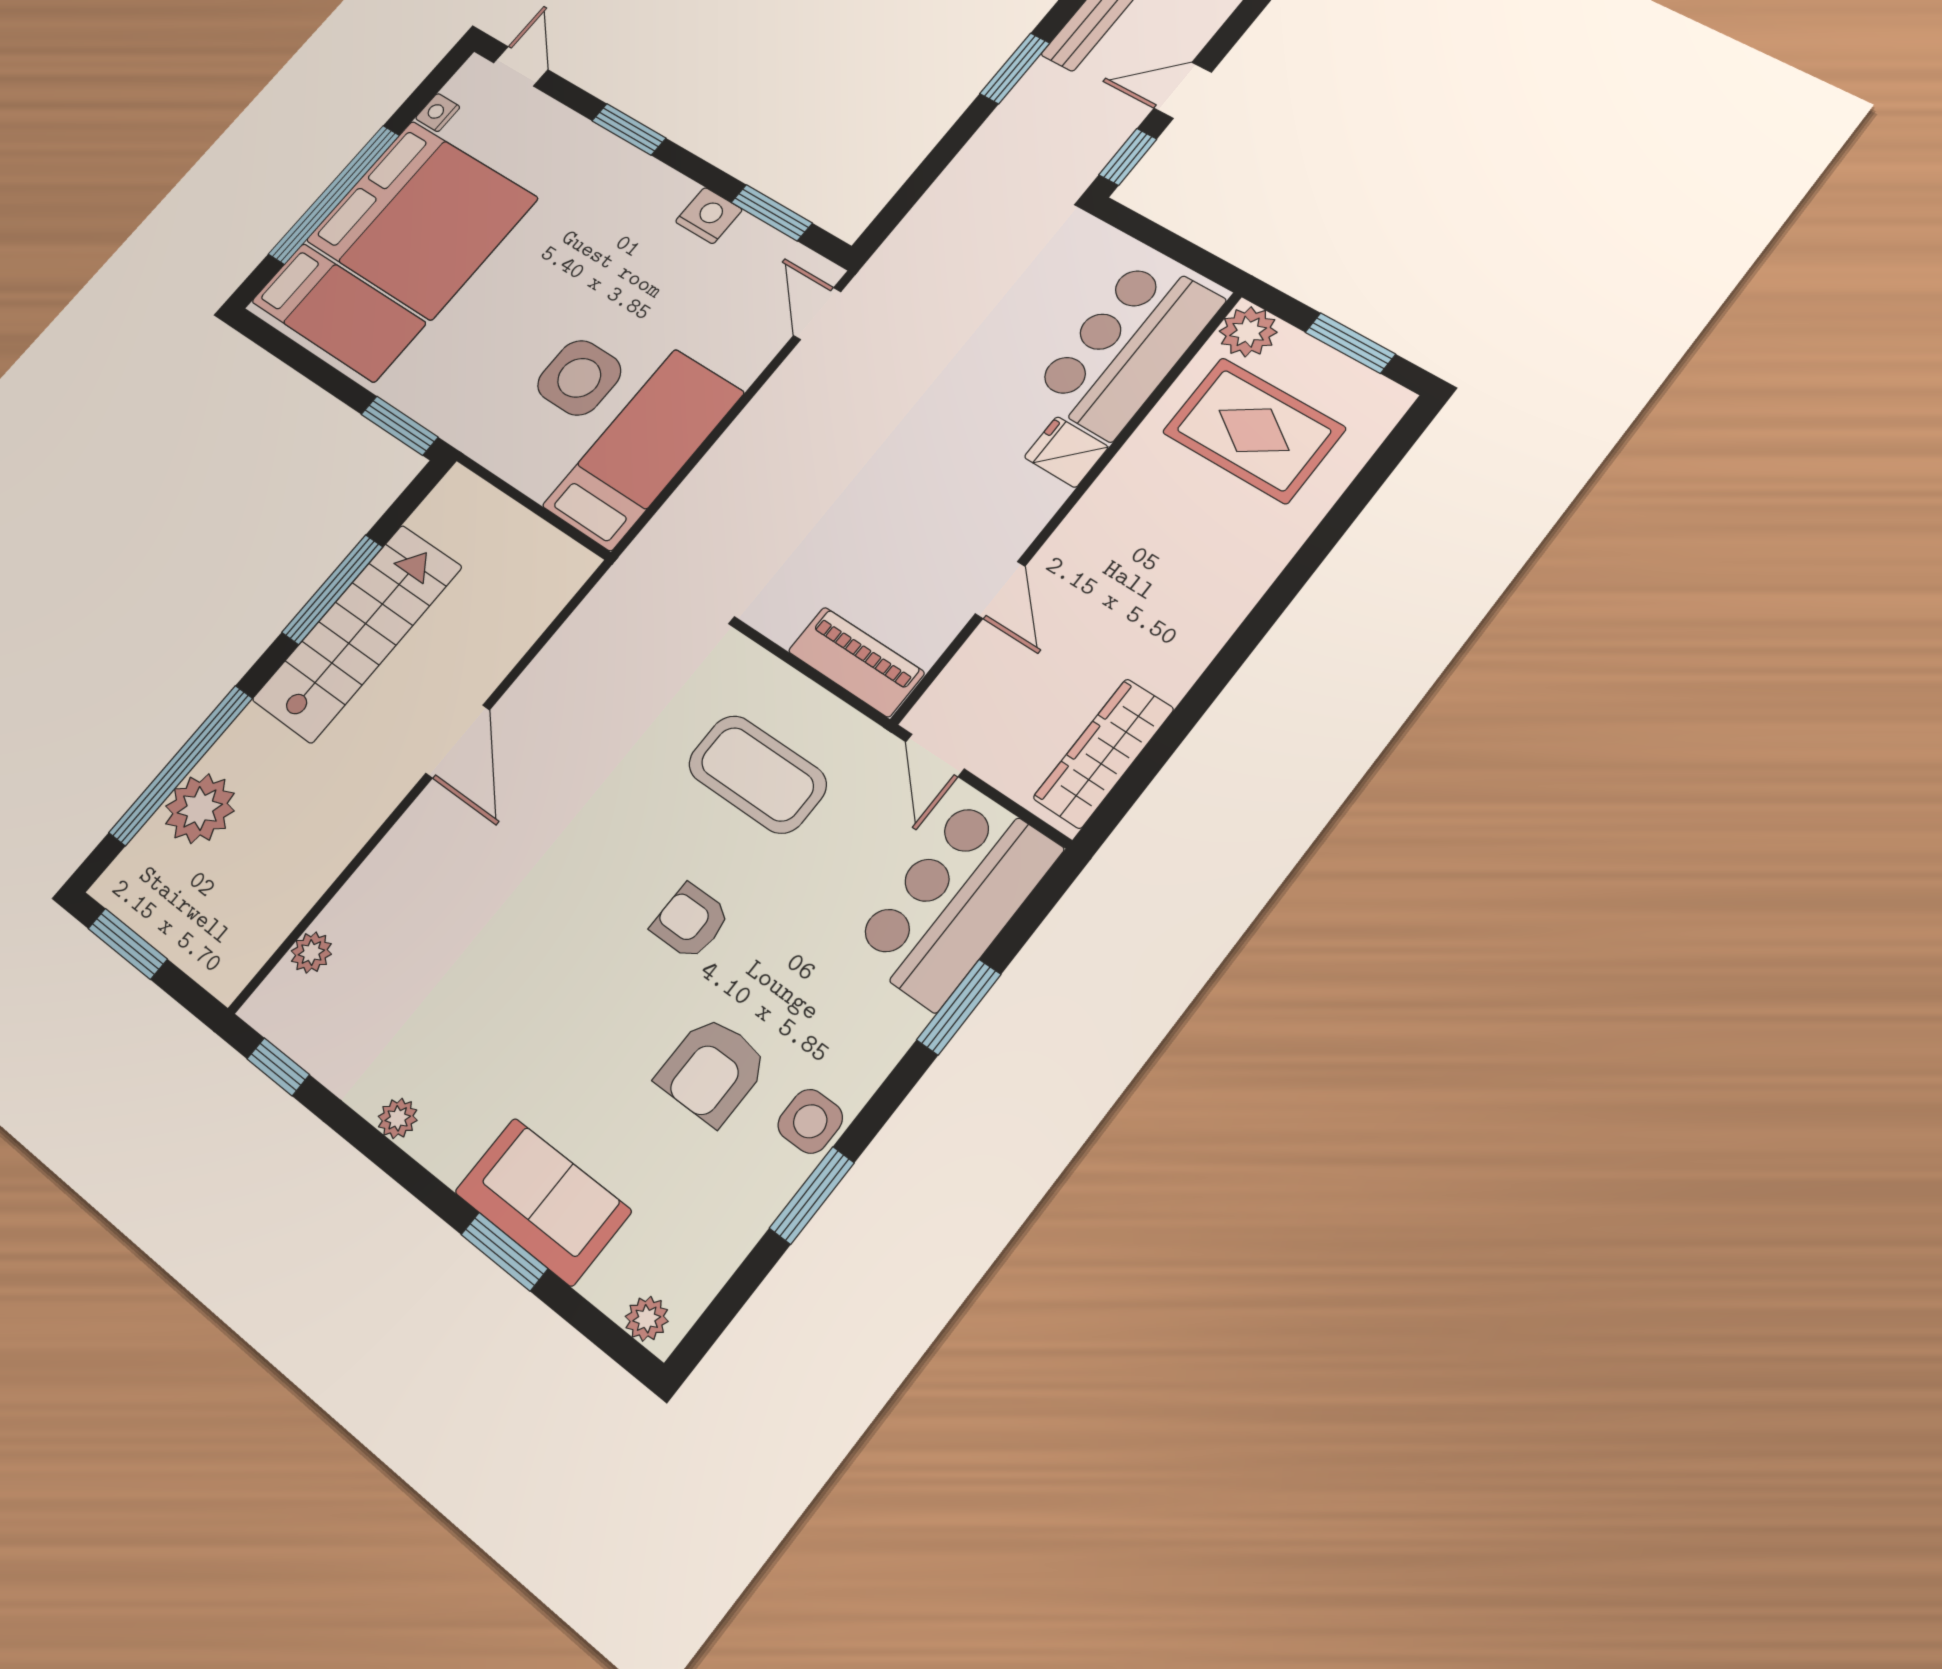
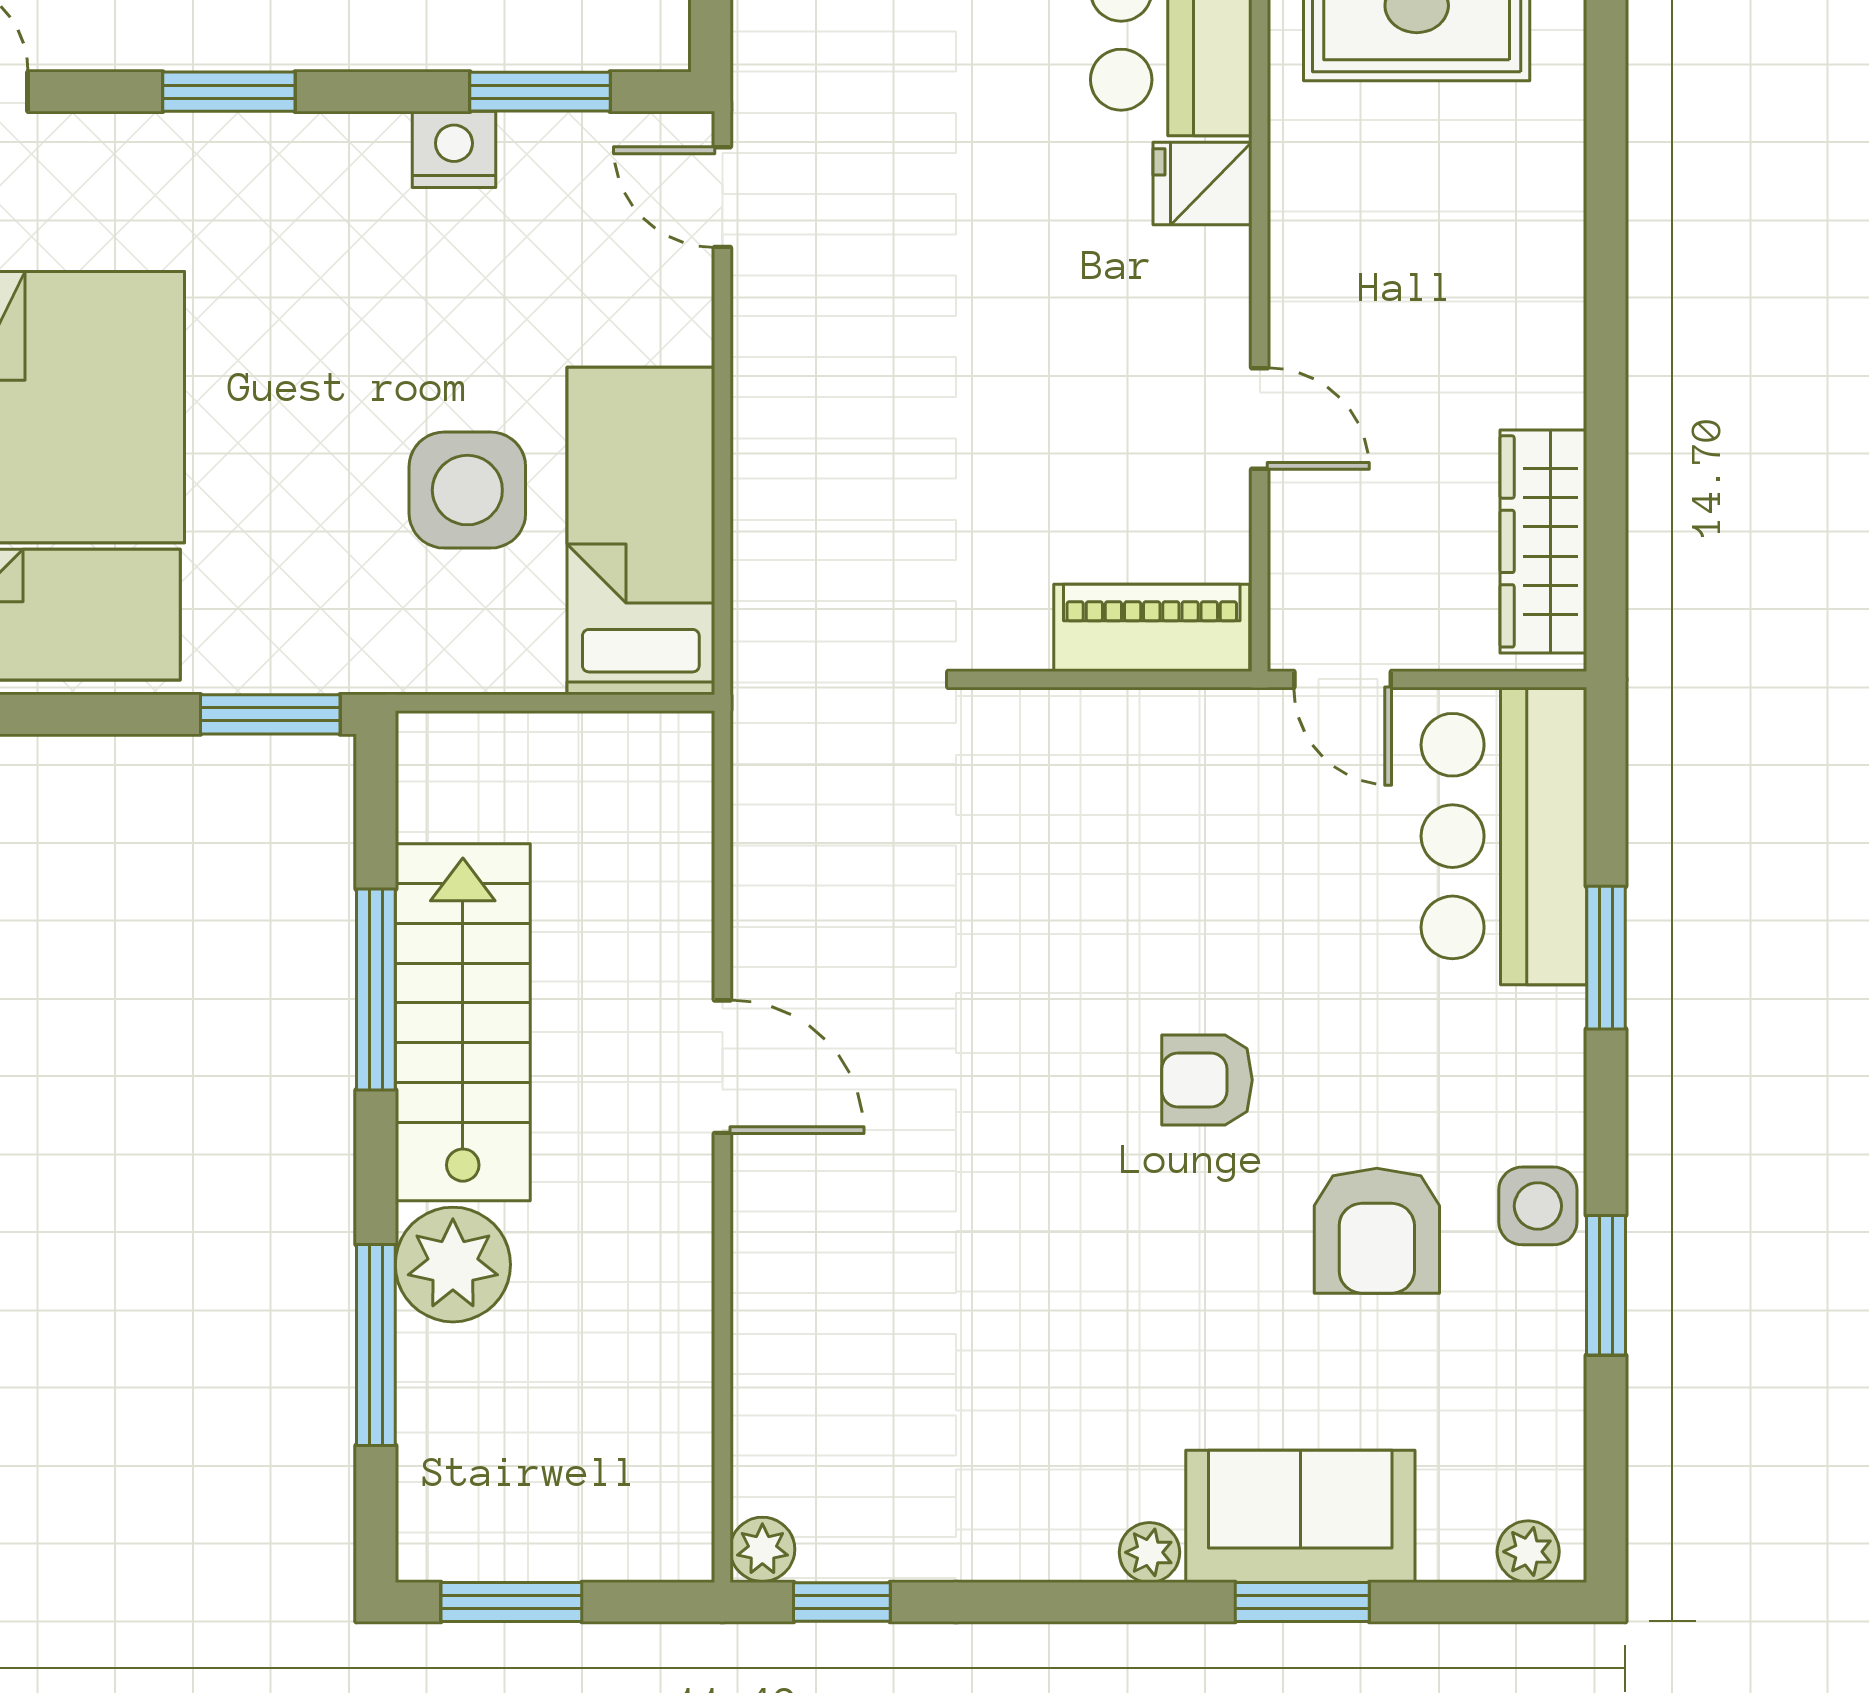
window: (181, 765) -> (376, 1345), width x0.68
coffee table: (757, 774) -> (1142, 849), removed
plant: (200, 809) -> (453, 1265), moved
plant: (311, 952) -> (762, 1549), moved
plant: (398, 1118) -> (1149, 1552), moved

